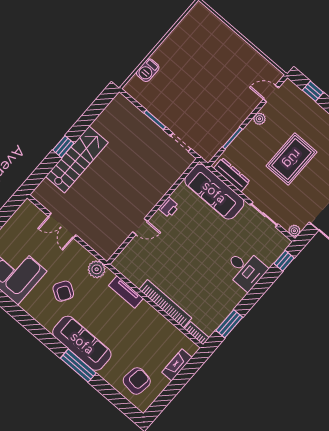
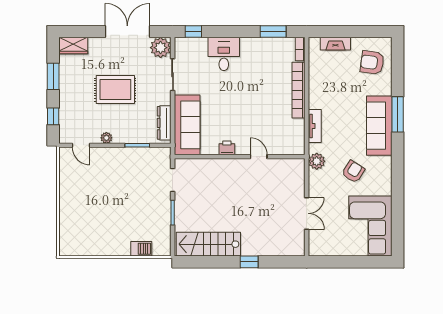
stairs: (77, 160) -> (208, 244), moved
plant: (294, 231) -> (161, 48), width x1.87, depth x1.87

